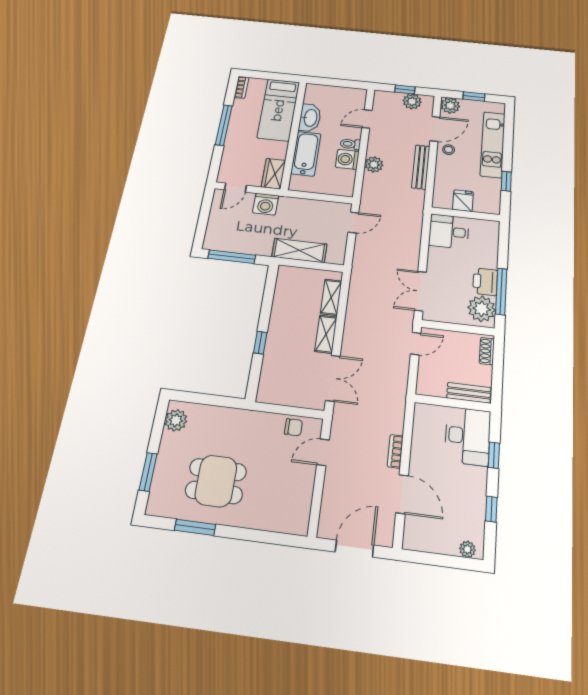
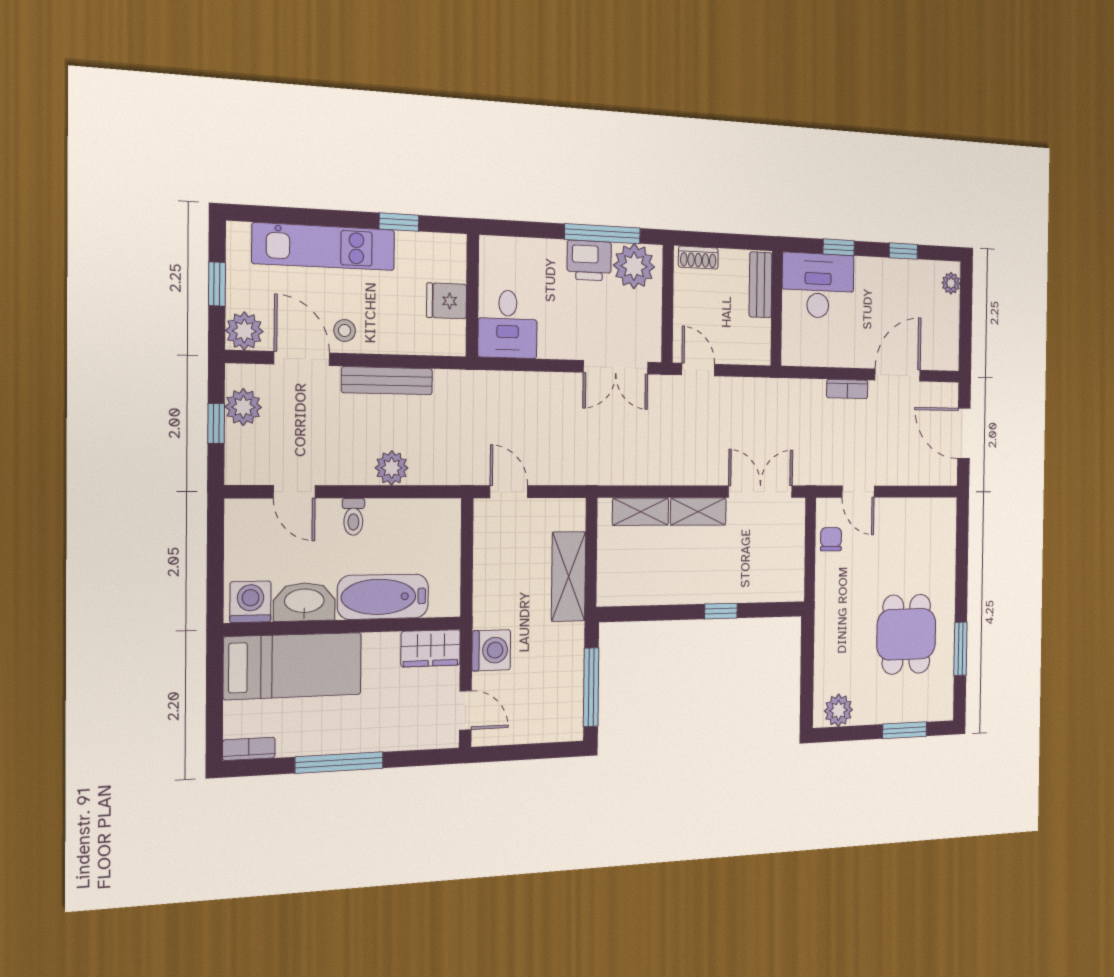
washing machine: (347, 159) -> (250, 602), moved, turned 180

